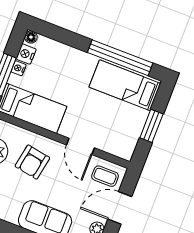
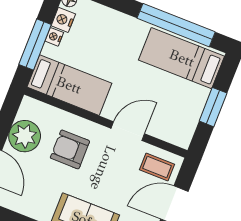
door: (80, 146) -> (128, 131), swing flipped
armchair: (32, 162) -> (70, 149), turned 80

